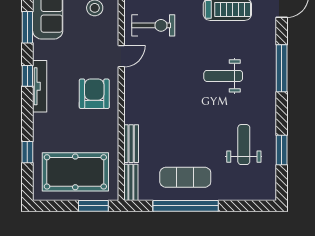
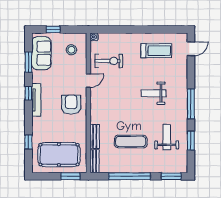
window: (282, 68) -> (191, 104), moved
exercise mat: (185, 177) -> (131, 141), moved
window: (251, 206) -> (171, 176), added

